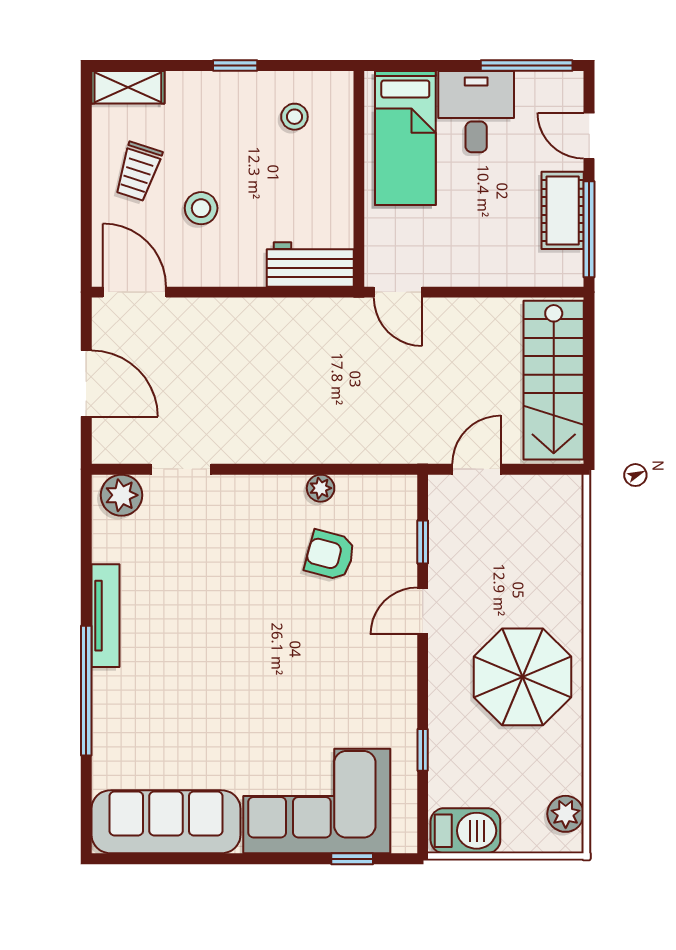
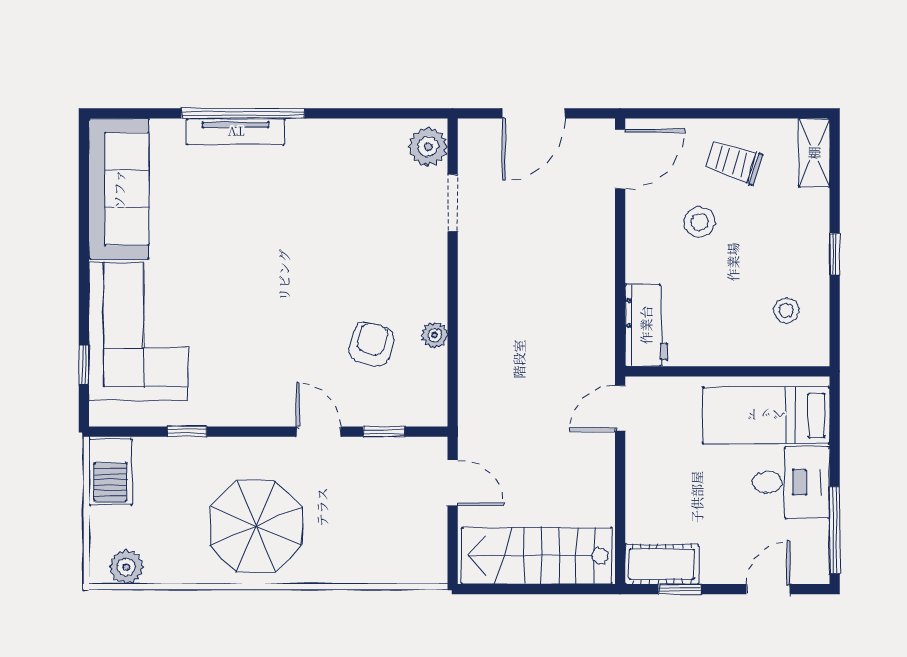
cot: (563, 210) -> (662, 564), moved
window: (589, 229) -> (680, 589), width x0.46
tv unit: (105, 616) -> (236, 132), moved

